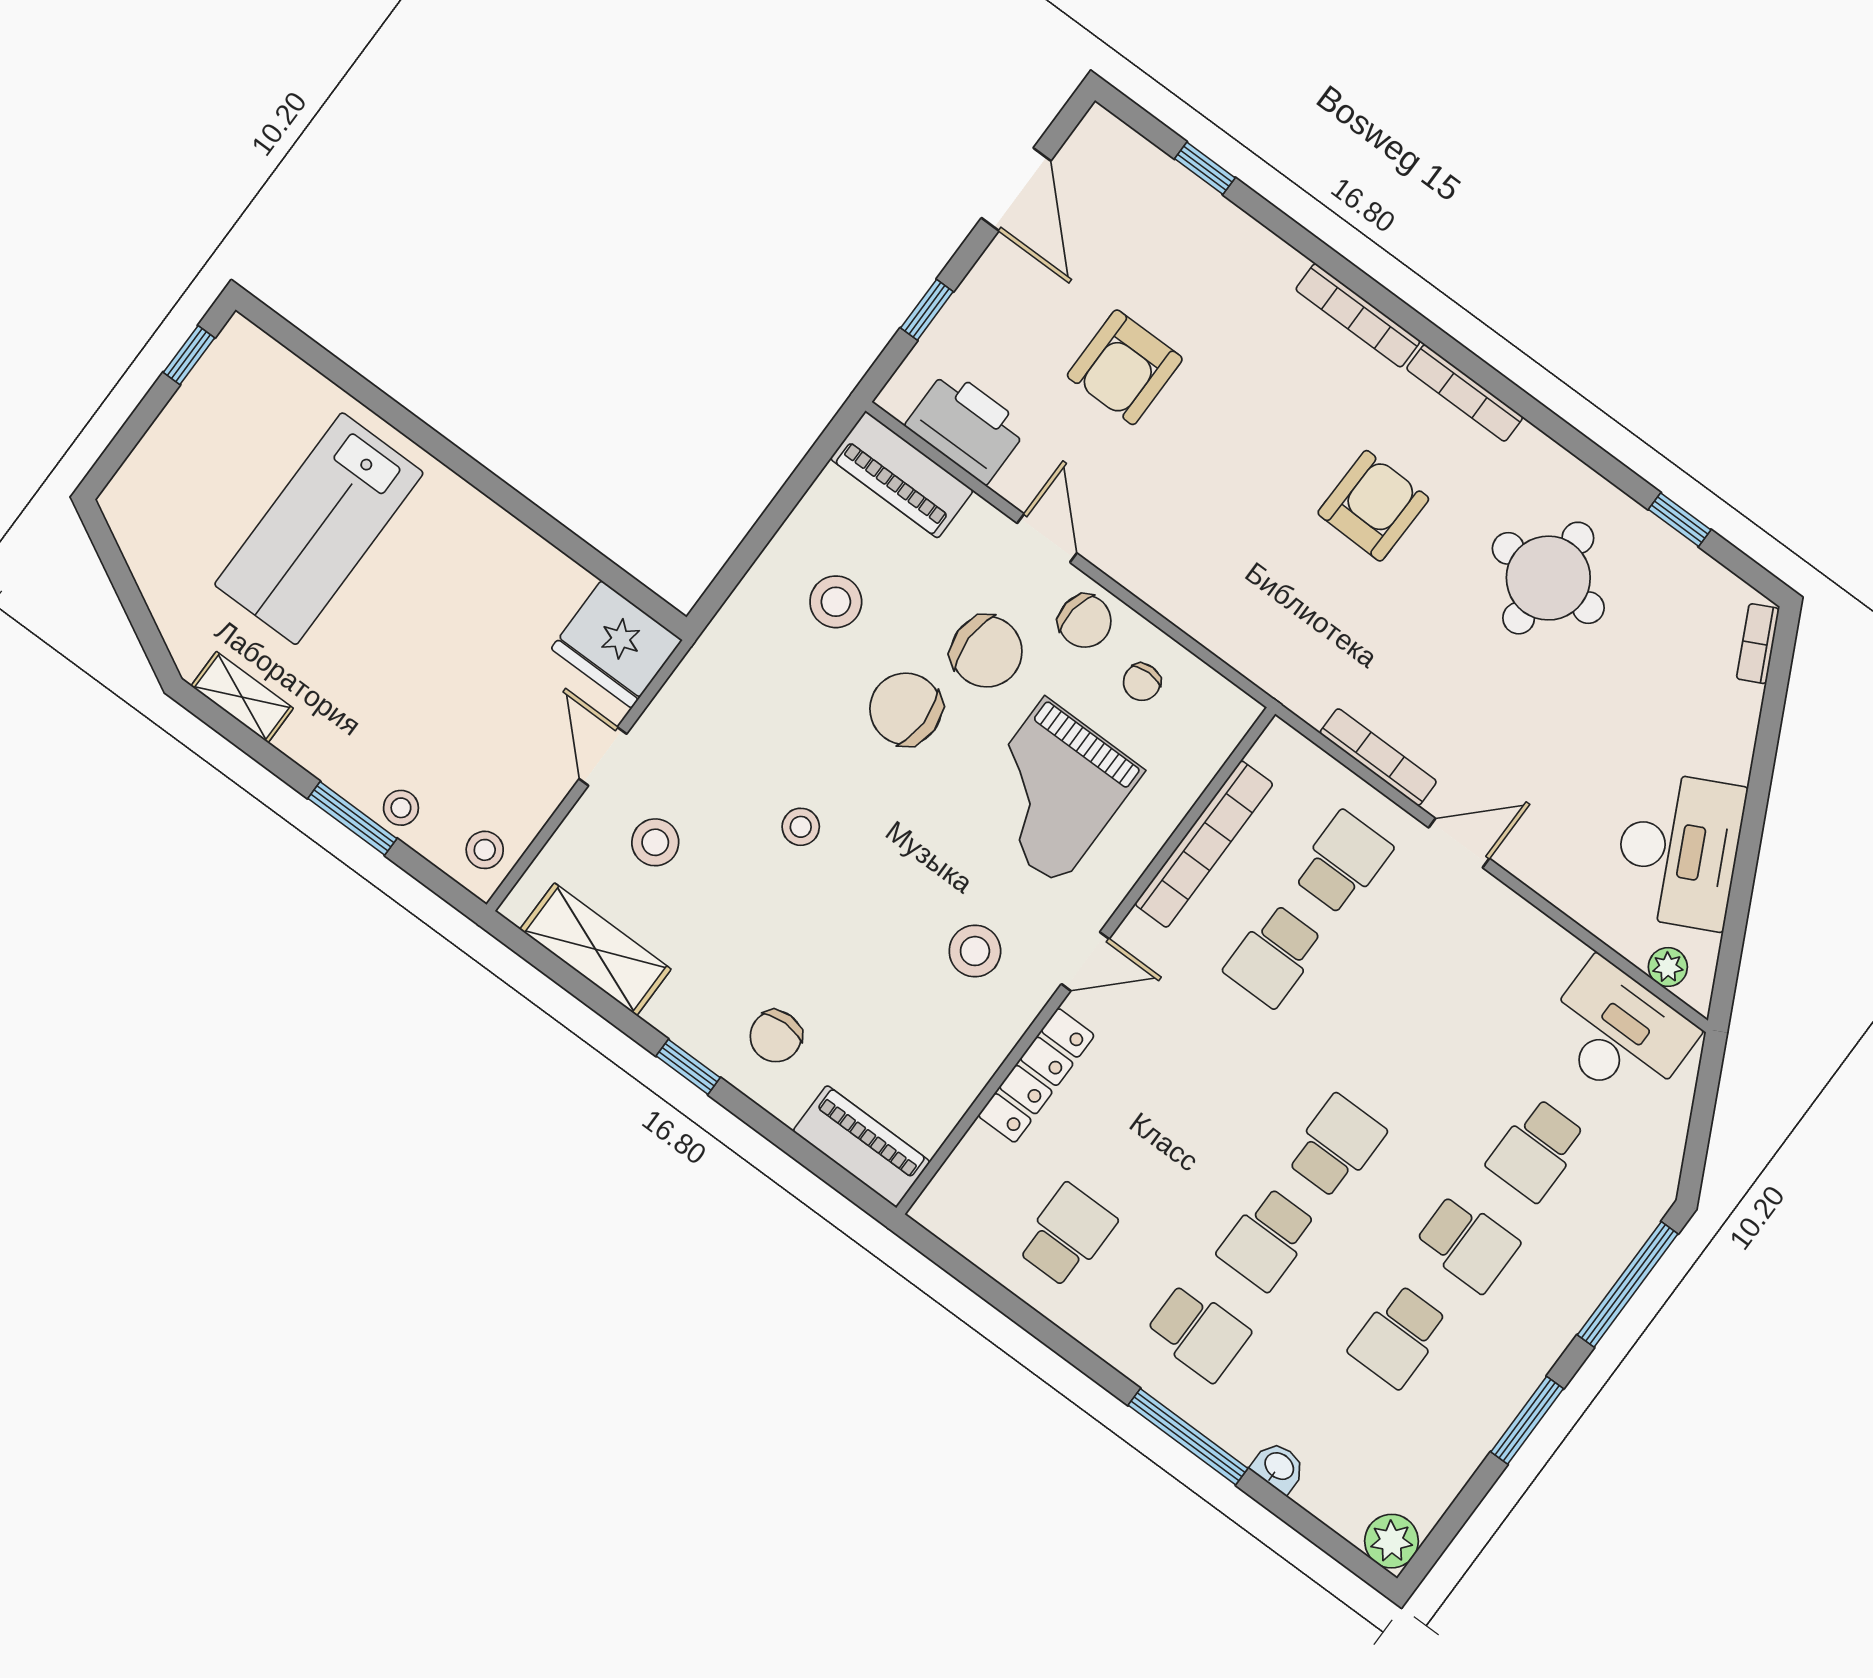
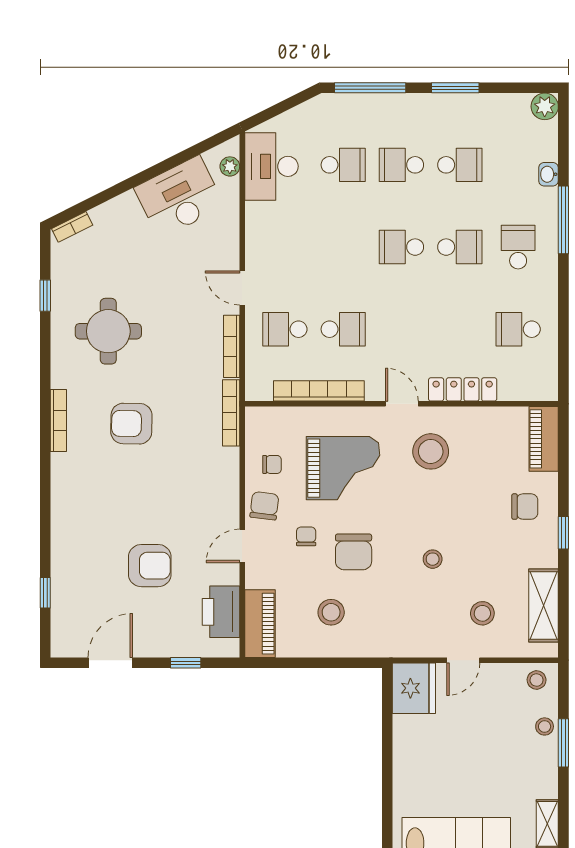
bookcase: (1358, 315) -> (231, 413), moved, turned 180
chair: (987, 652) -> (306, 536), width x0.54, depth x0.54
stool: (975, 951) -> (431, 451), width x1.38, depth x1.38
school desk: (1467, 1243) -> (401, 165), turned -90

